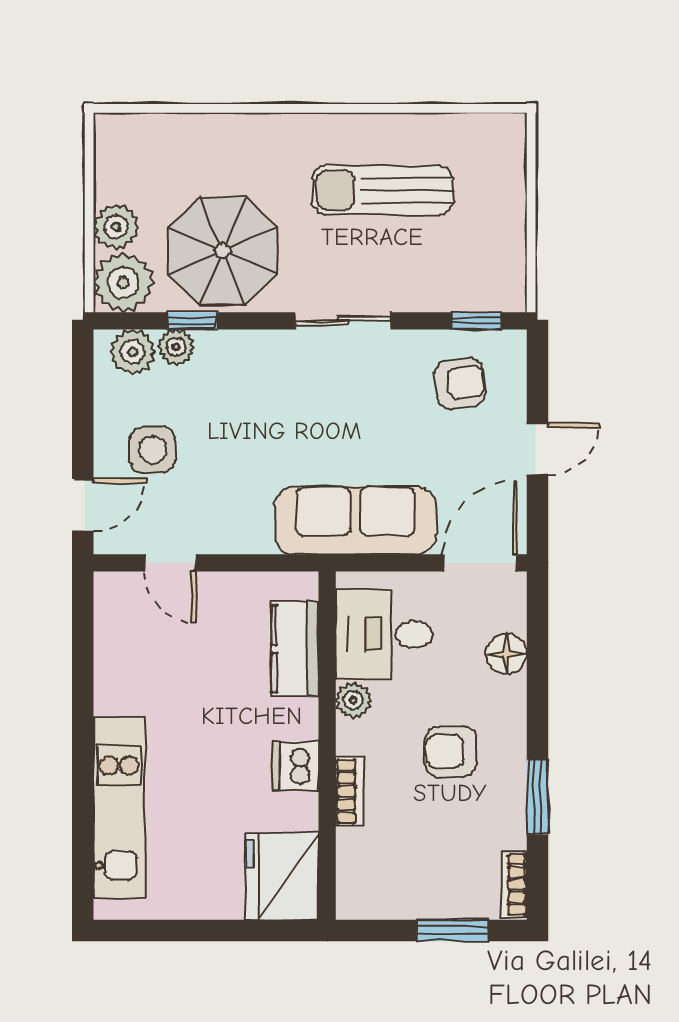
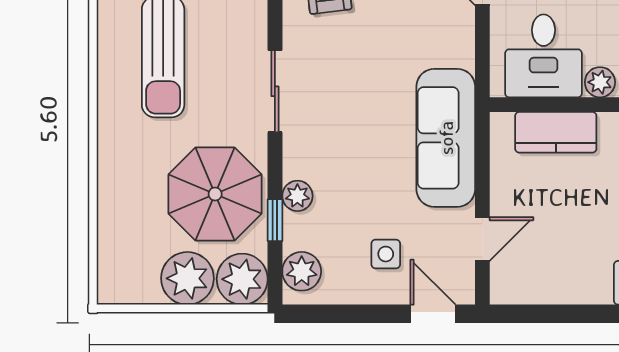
plant: (116, 227) -> (187, 278), width x1.36, depth x1.36
plant: (176, 347) -> (297, 196), moved
side table: (153, 450) -> (386, 254), width x0.73, depth x0.73
sofa: (355, 520) -> (446, 138), moved

